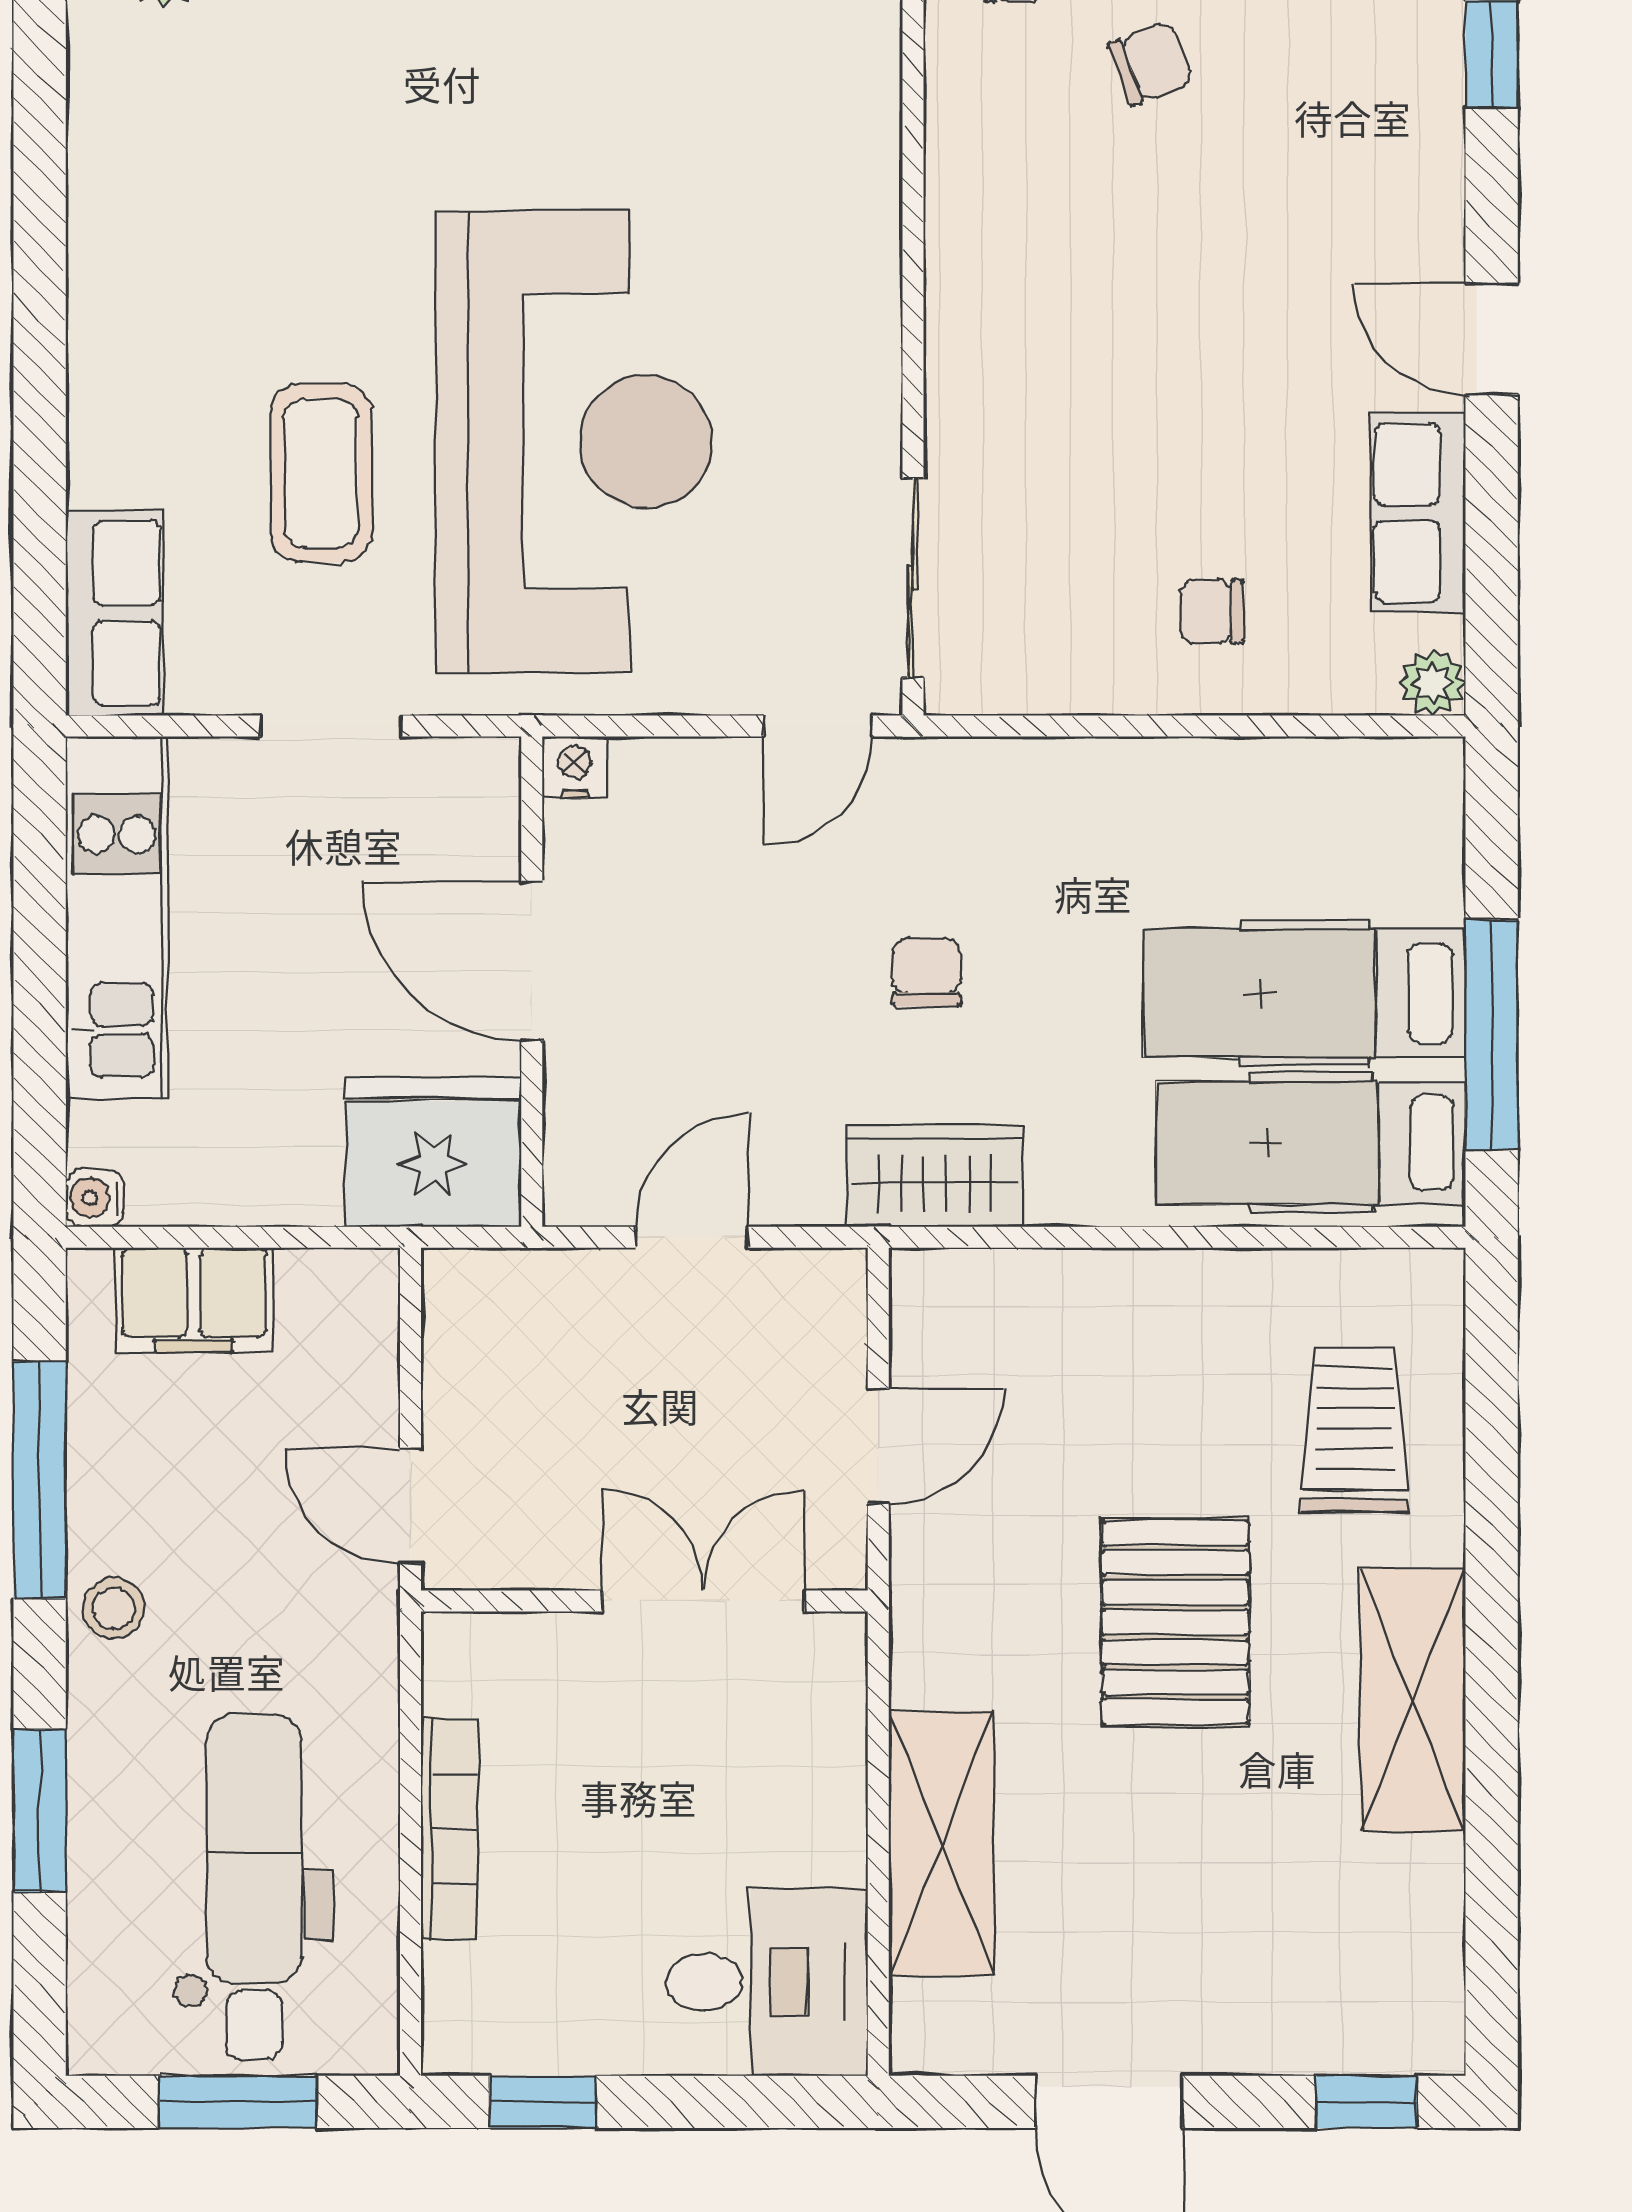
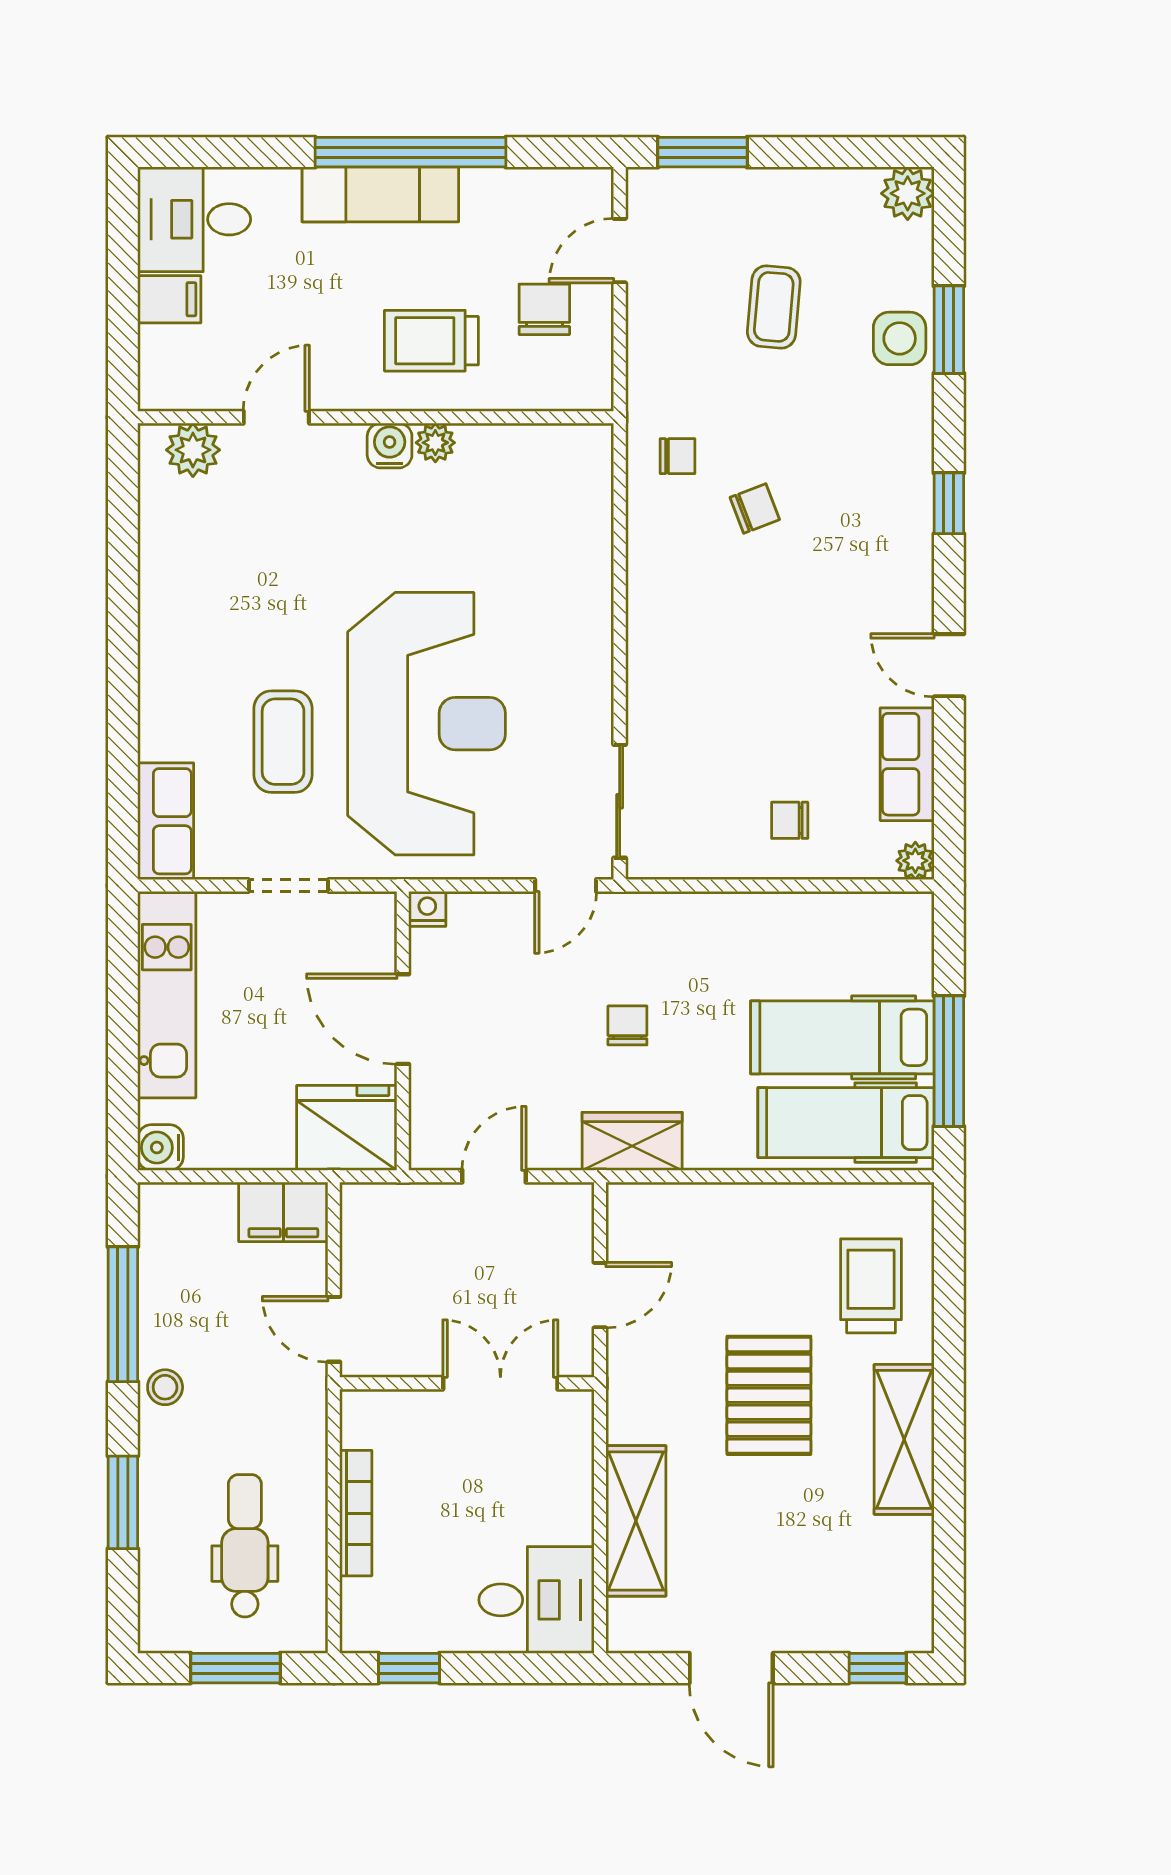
water cooler: (95, 1198) -> (160, 1148), width x1.38, depth x1.38
filing cabinet: (194, 1300) -> (283, 1212), moved
dental chair: (254, 1887) -> (245, 1546), width x0.73, depth x0.72

